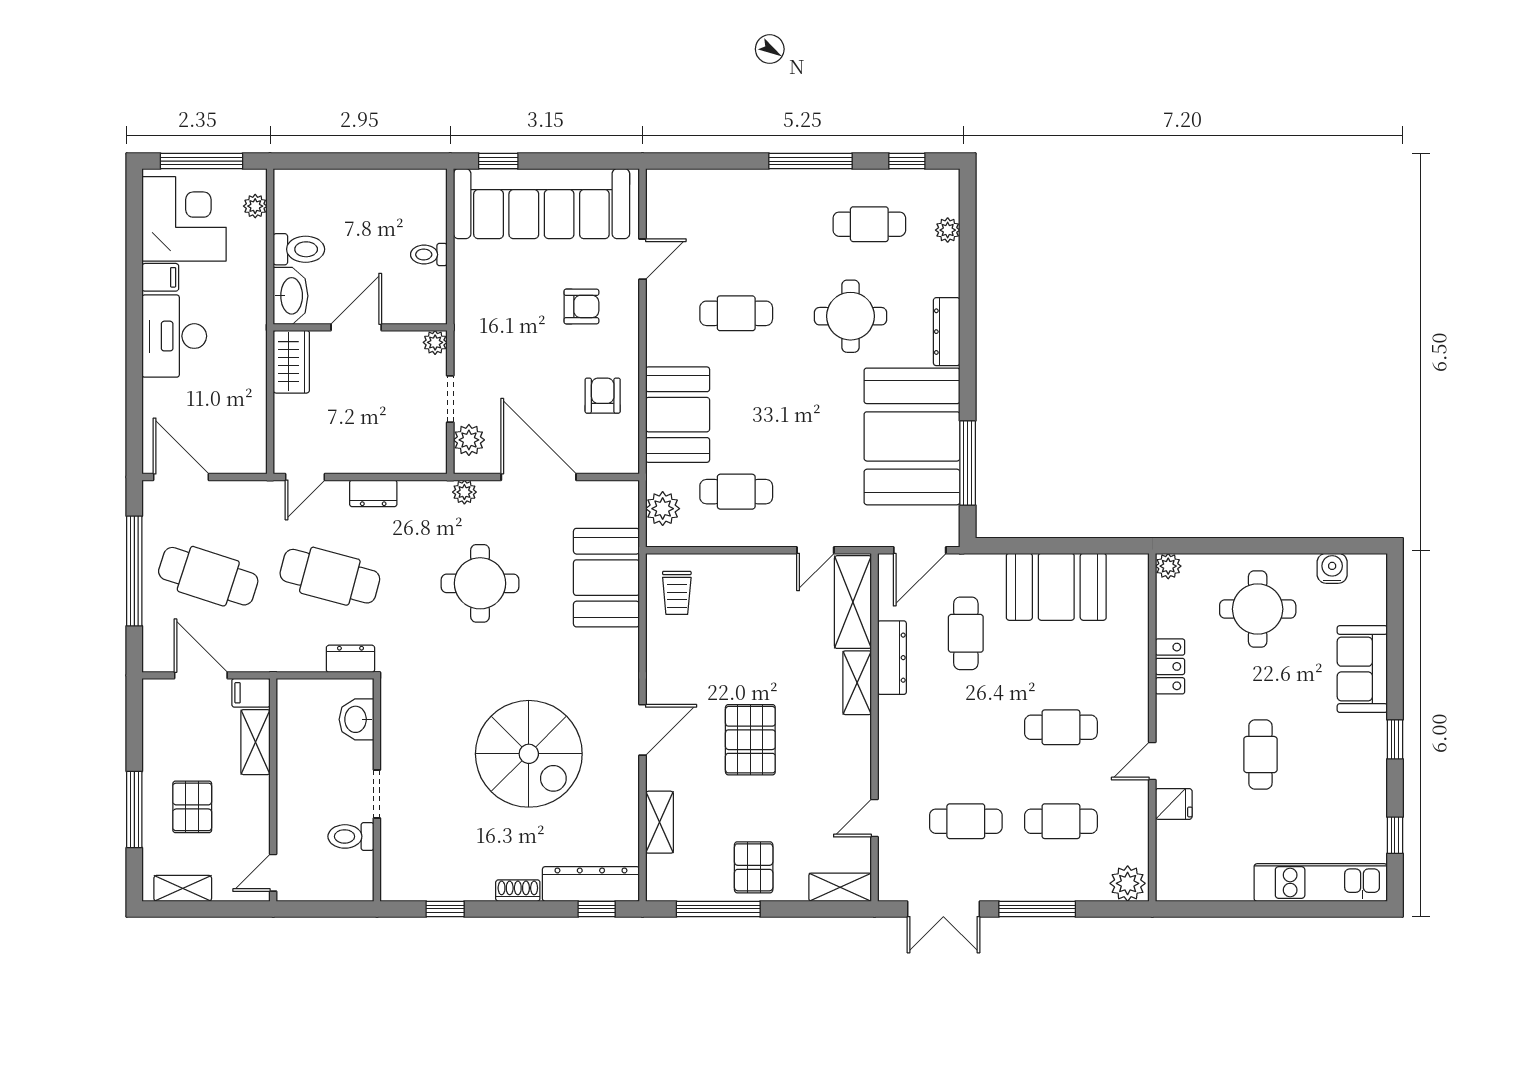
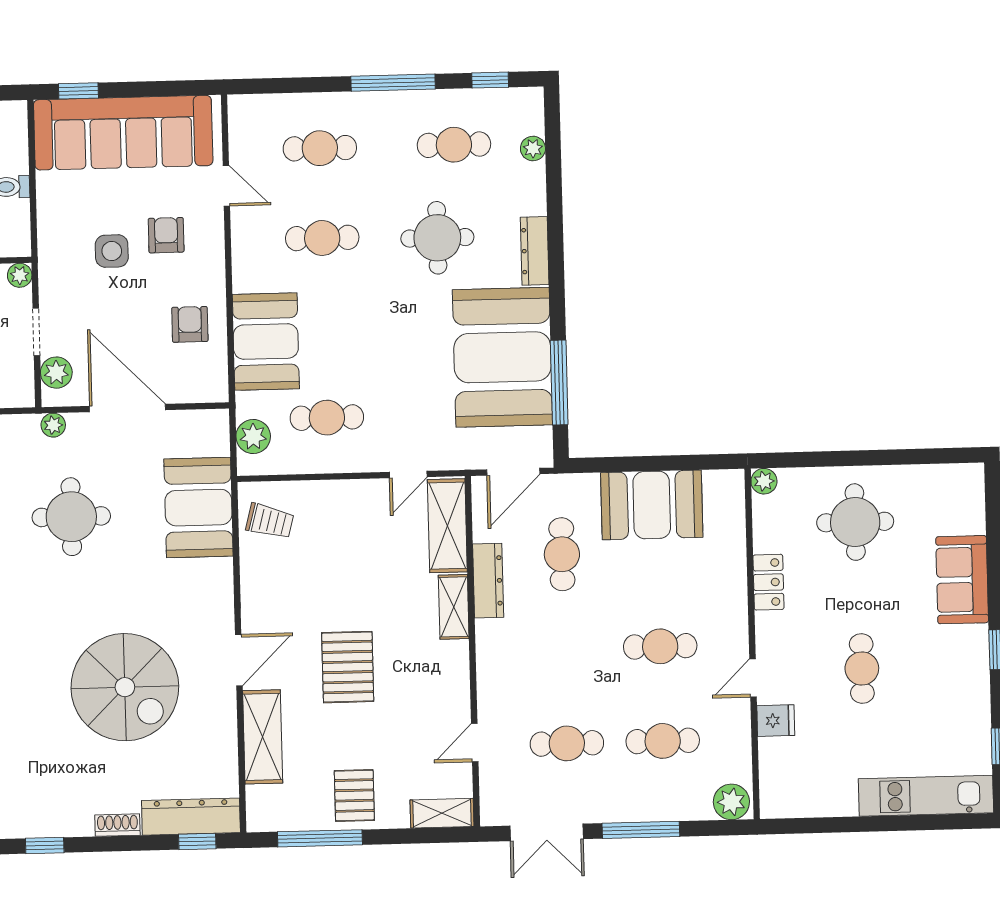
cafe table: (736, 224) -> (320, 148), added
door: (643, 259) -> (226, 186), hinge flipped
armchair: (581, 306) -> (166, 235), turned -90
side table: (527, 321) -> (112, 251), added
water cooler: (1332, 568) -> (929, 479), removed
trolley: (677, 593) -> (270, 521), turned -75
shelving: (660, 822) -> (263, 737), width x1.50, depth x1.33

